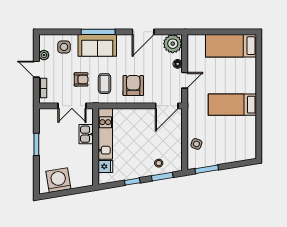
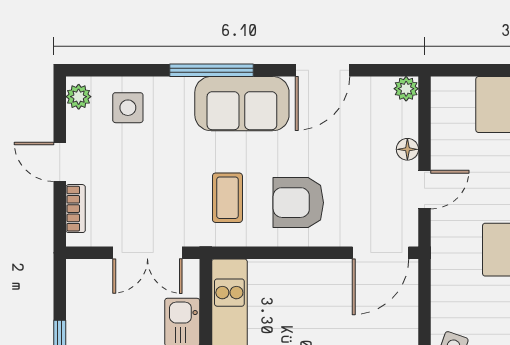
plant: (173, 44) -> (406, 89), width x0.53, depth x0.53
sofa: (97, 45) -> (242, 104), moved
plant: (44, 55) -> (79, 97), moved
armchair: (81, 79) -> (170, 188), removed
armchair: (133, 86) -> (298, 203), turned -90

